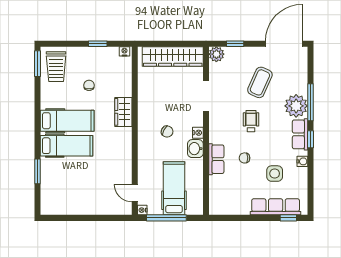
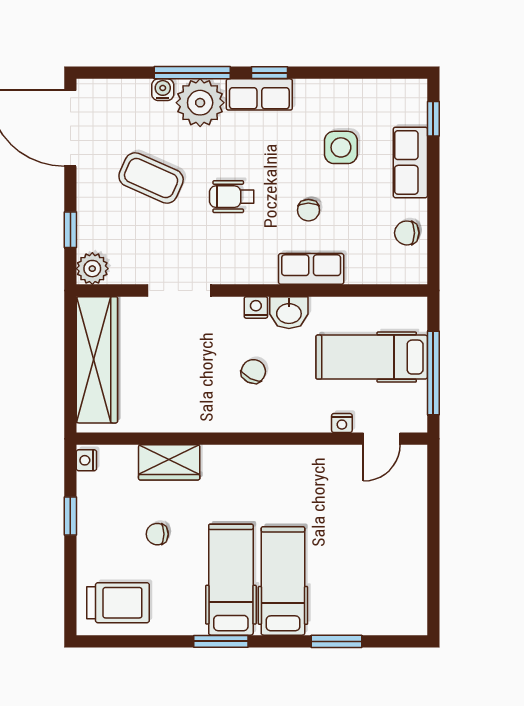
window: (38, 64) -> (221, 641), moved
wardrobe: (123, 112) -> (169, 462), moved
water cooler: (302, 161) -> (163, 90), moved
chair: (234, 205) -> (407, 233), added
row of seats: (276, 207) -> (410, 162), width x0.68
nightstand: (142, 210) -> (342, 423), moved

